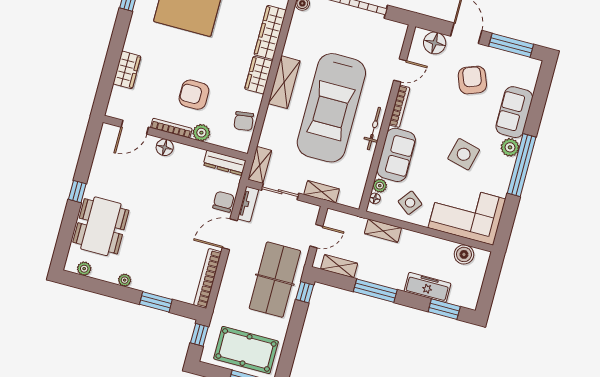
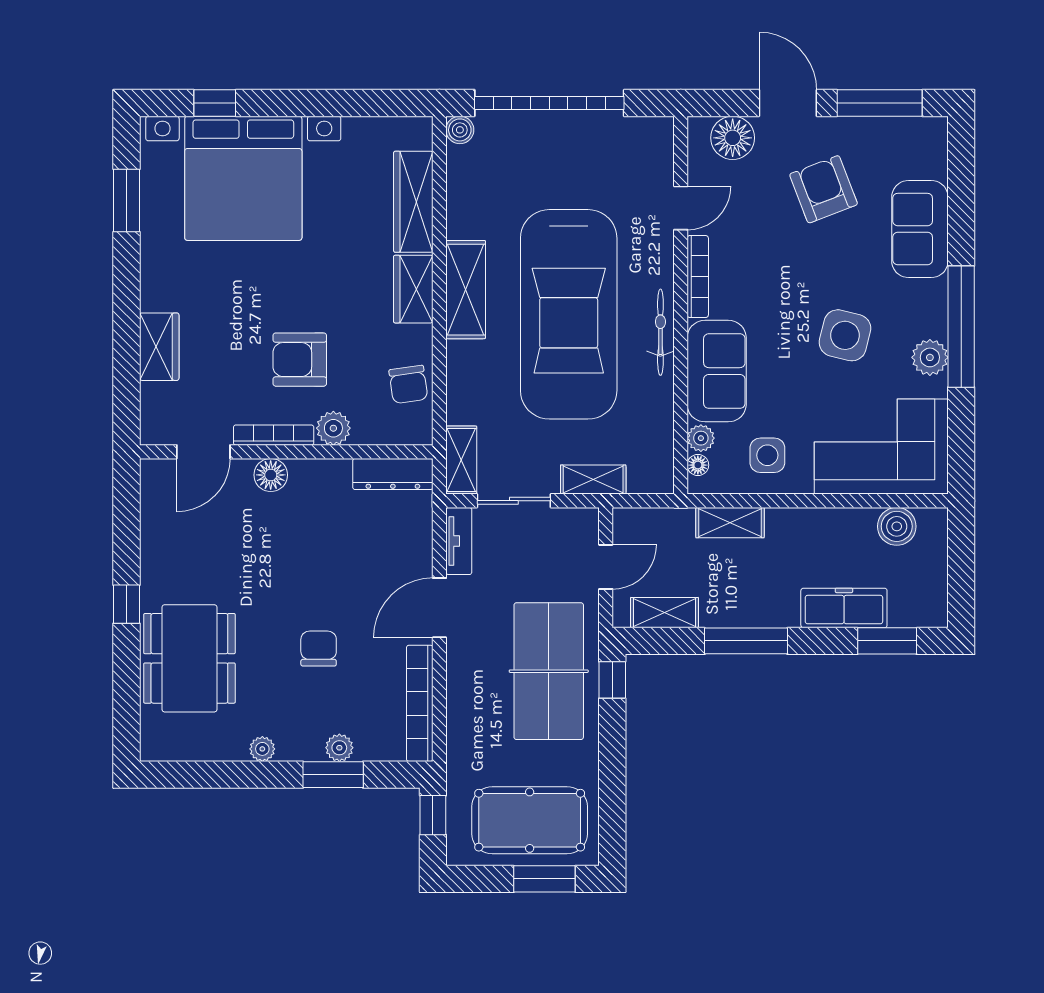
plant: (510, 147) -> (930, 357), moved
chair: (223, 202) -> (319, 649), moved
side table: (410, 203) -> (767, 455), turned -38
plant: (84, 269) -> (339, 748), moved

